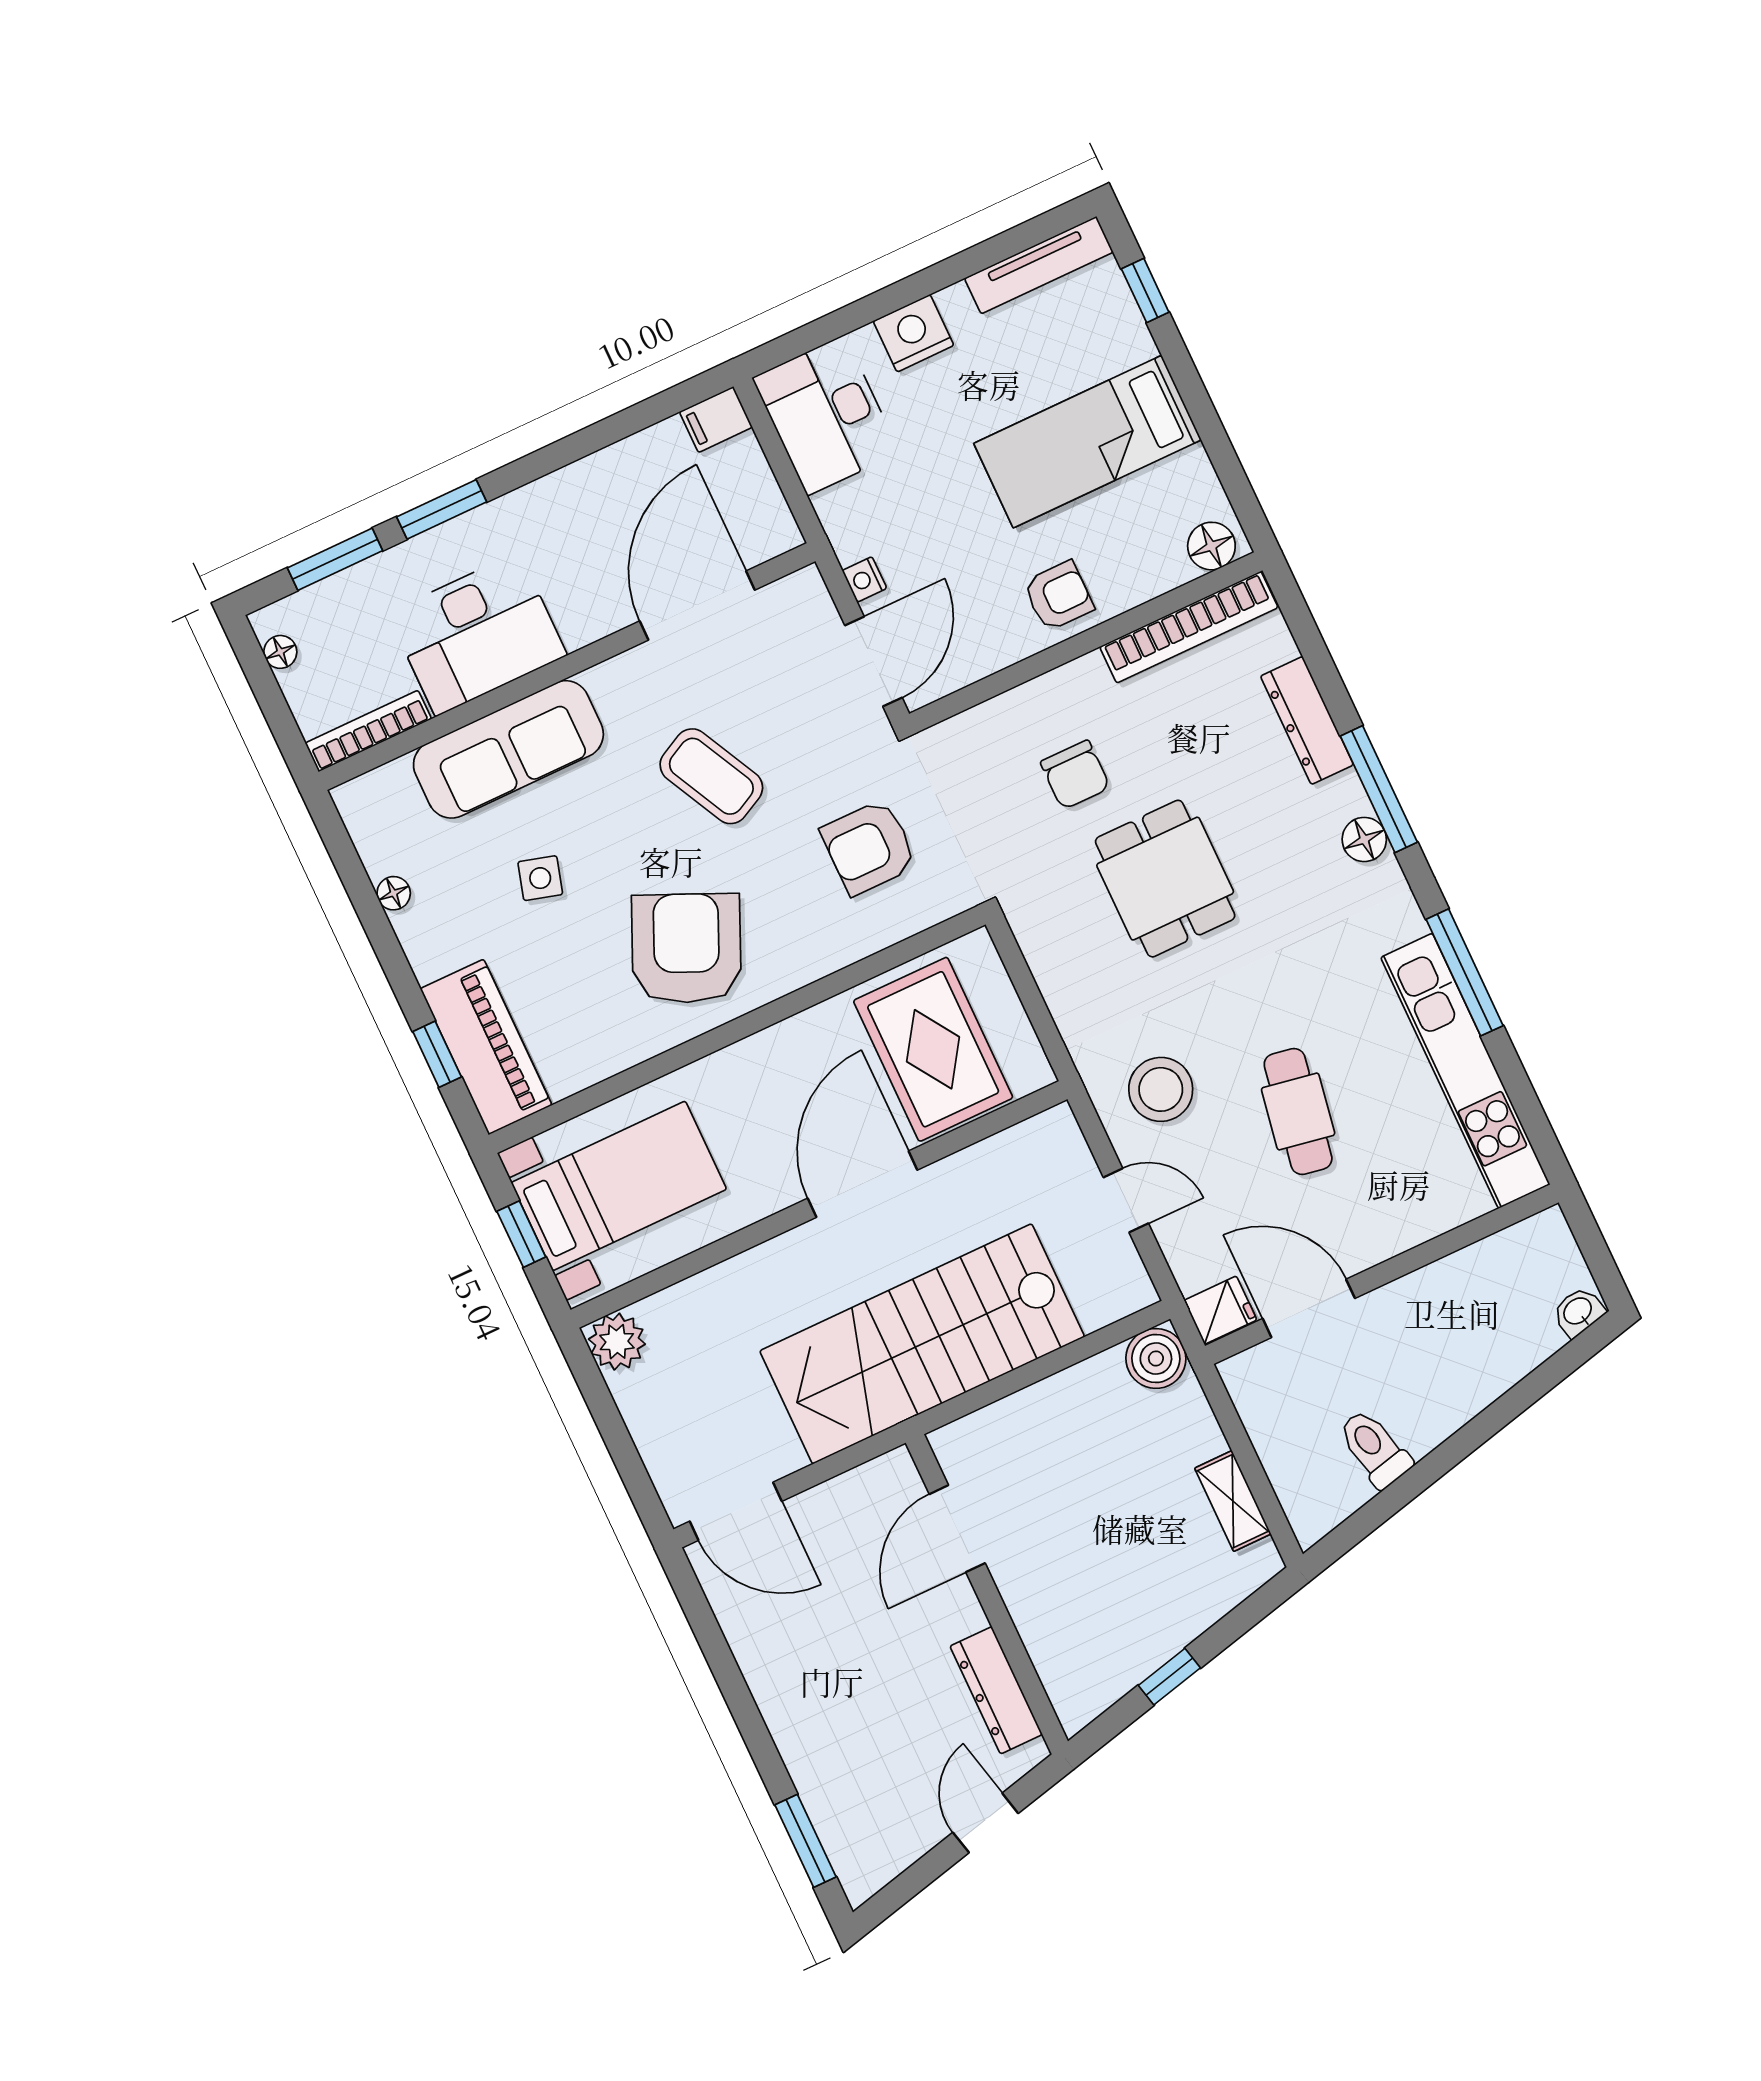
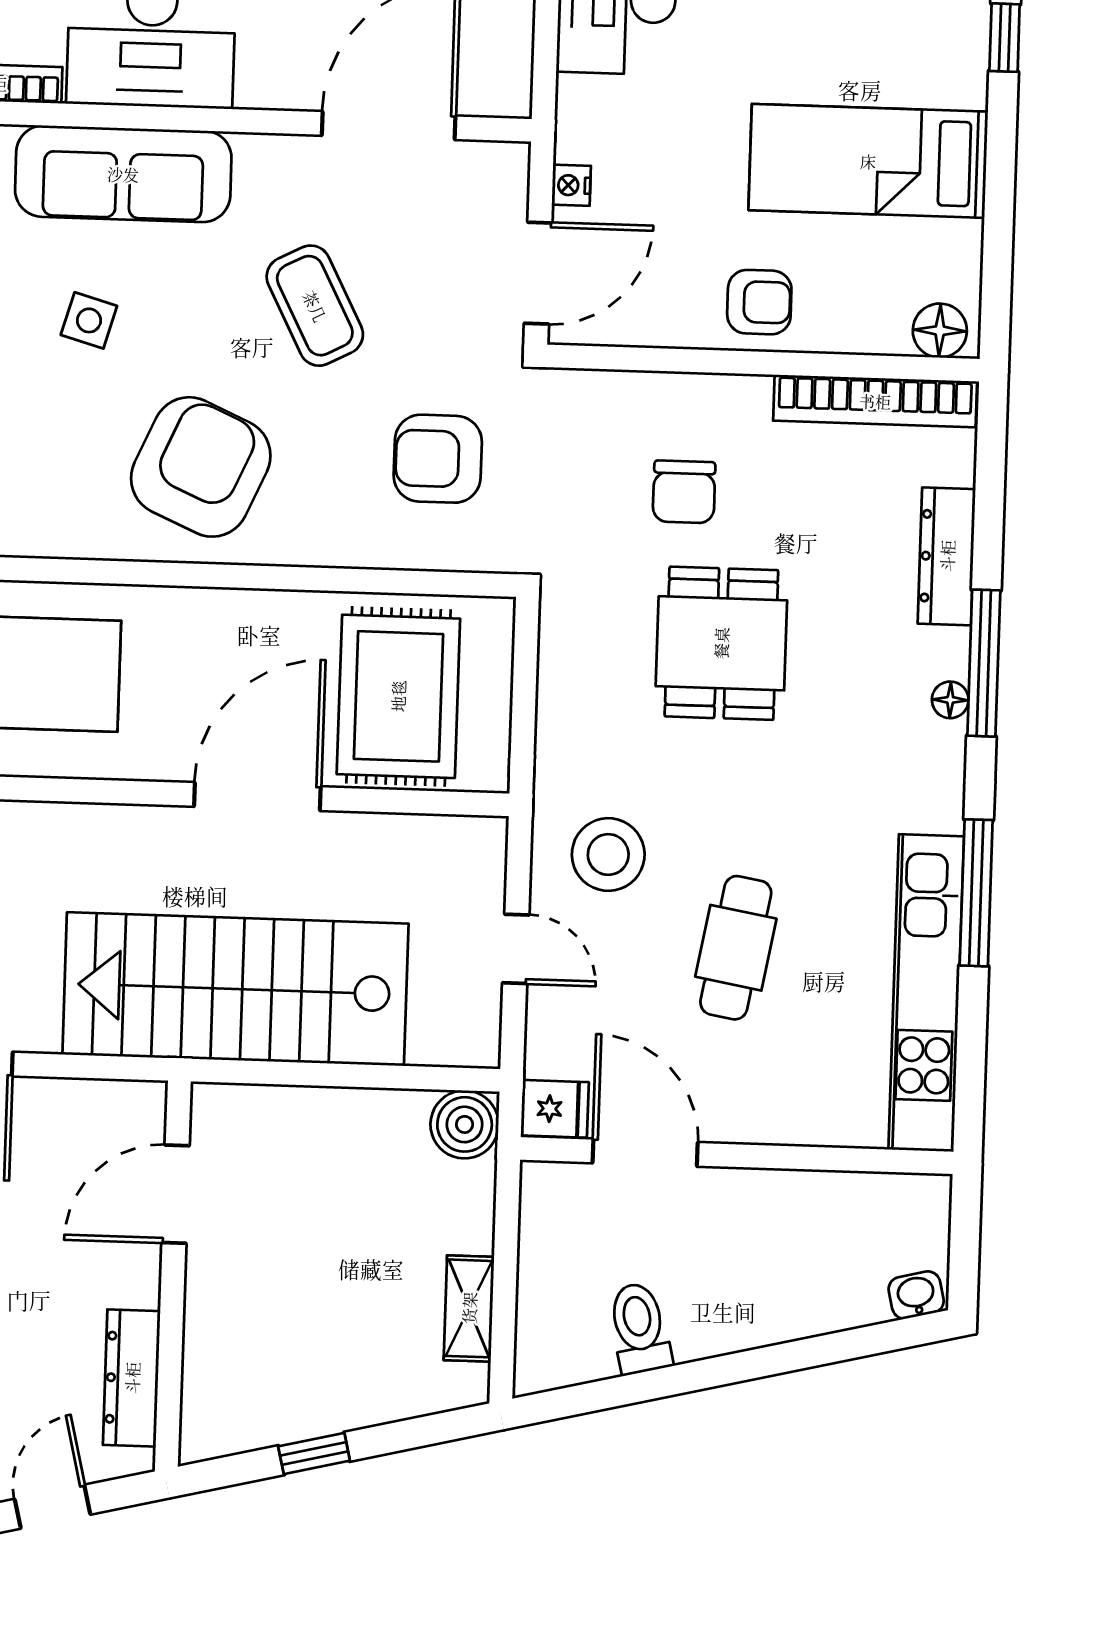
floor lamp: (1364, 839) -> (950, 700), width x0.73, depth x0.73

